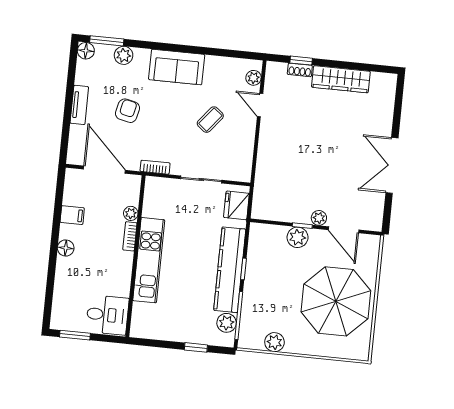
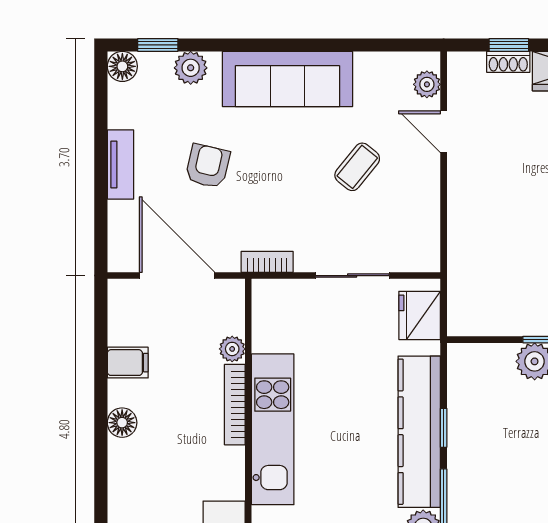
window: (107, 41) -> (158, 45), width x0.67
sofa: (177, 67) -> (288, 79), width x1.36
bookcase: (130, 236) -> (235, 405), width x1.56

